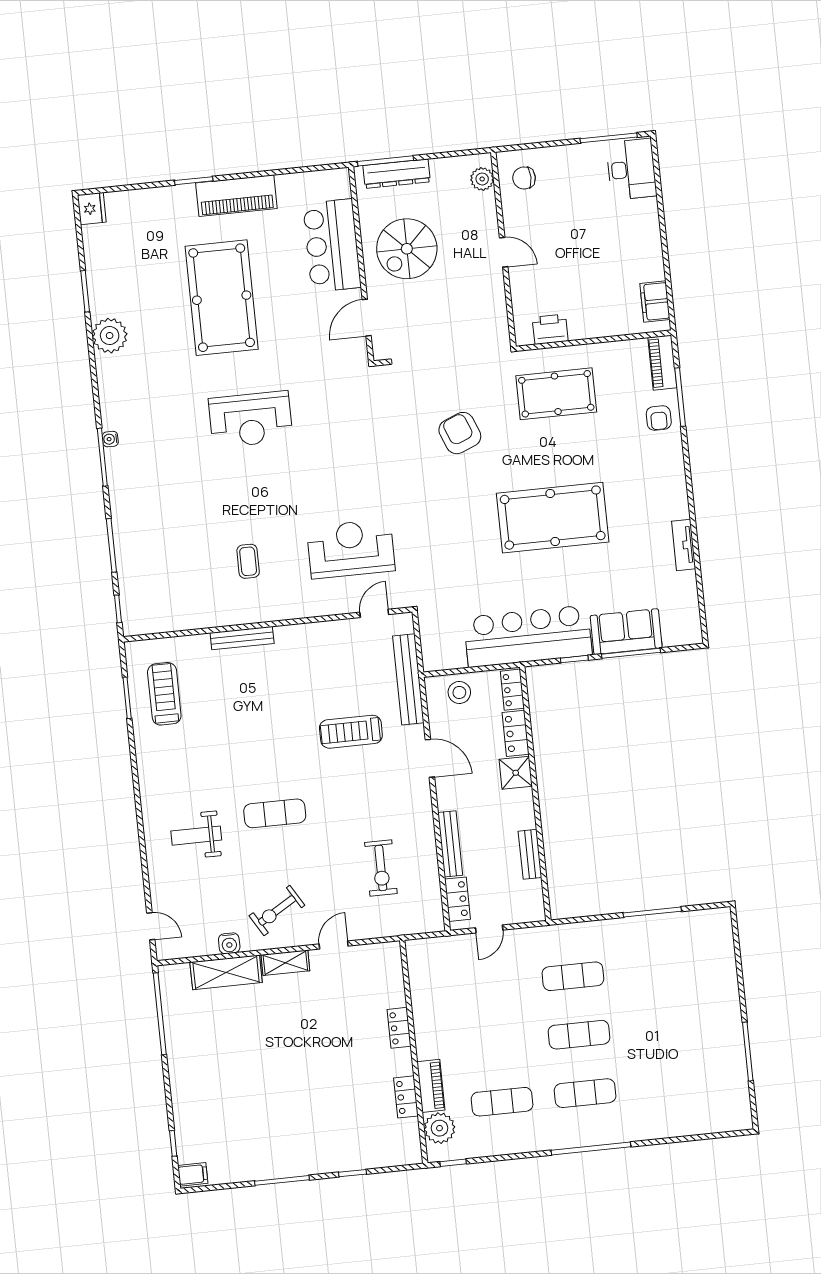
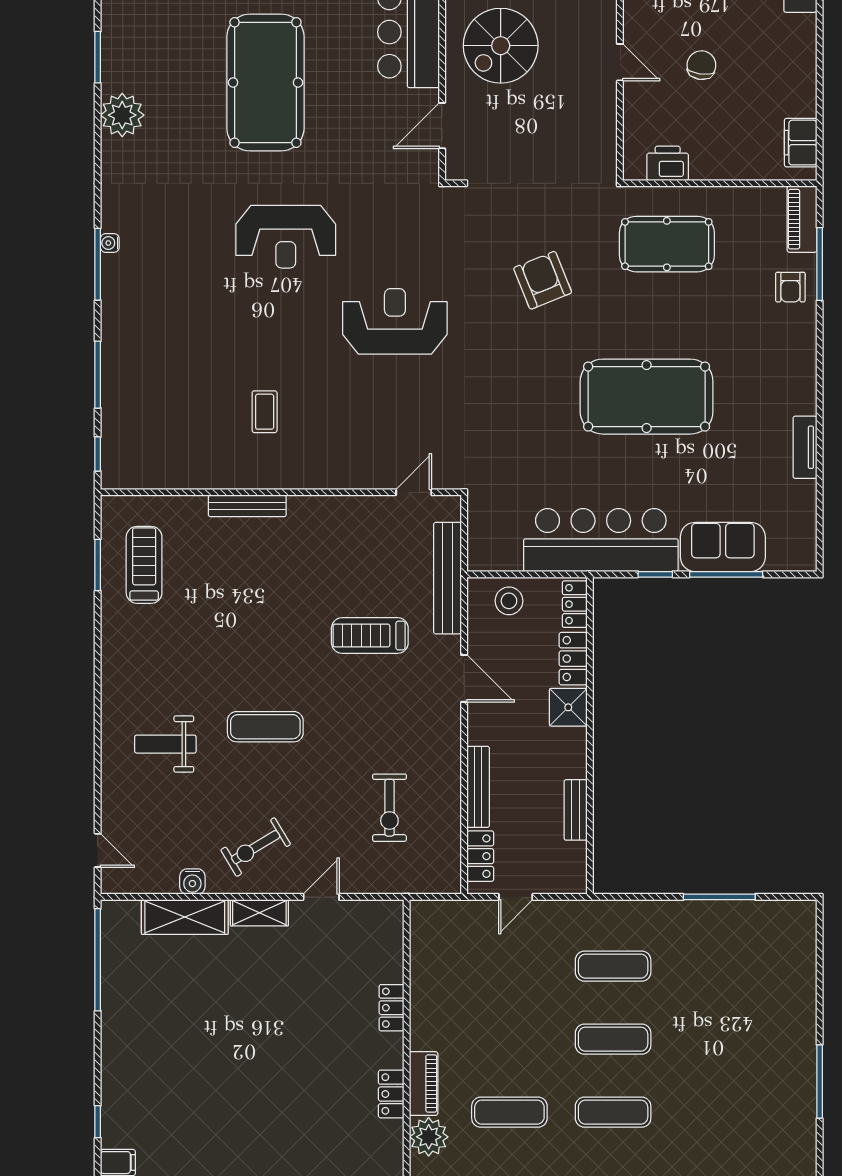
chair: (569, 248) -> (701, 65), added
reception desk: (351, 549) -> (395, 321), moved

